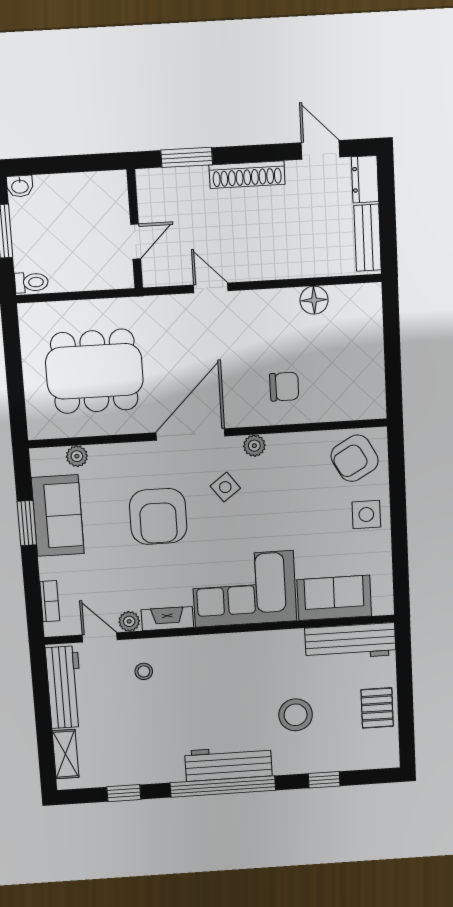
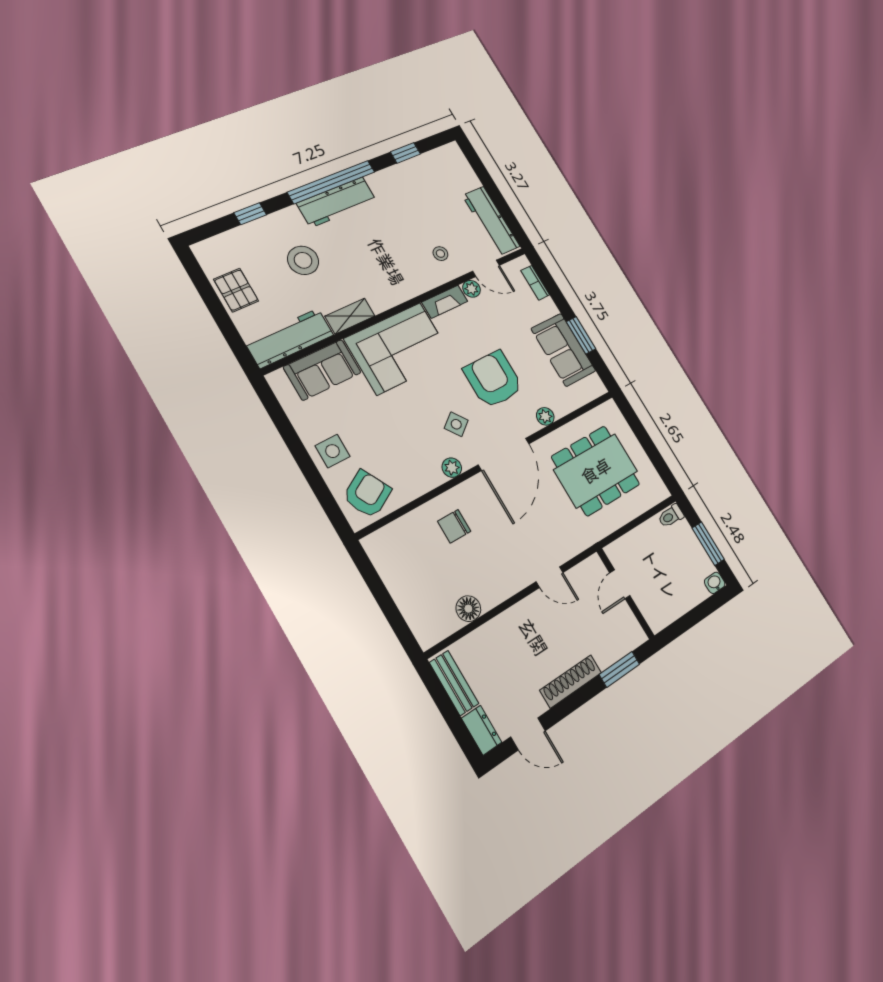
plant: (77, 456) -> (545, 416), moved
shelving: (65, 754) -> (350, 316), moved, turned 90

